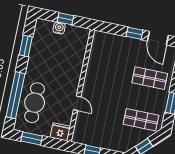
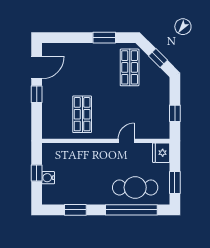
shop shelf: (150, 78) -> (82, 114), moved

